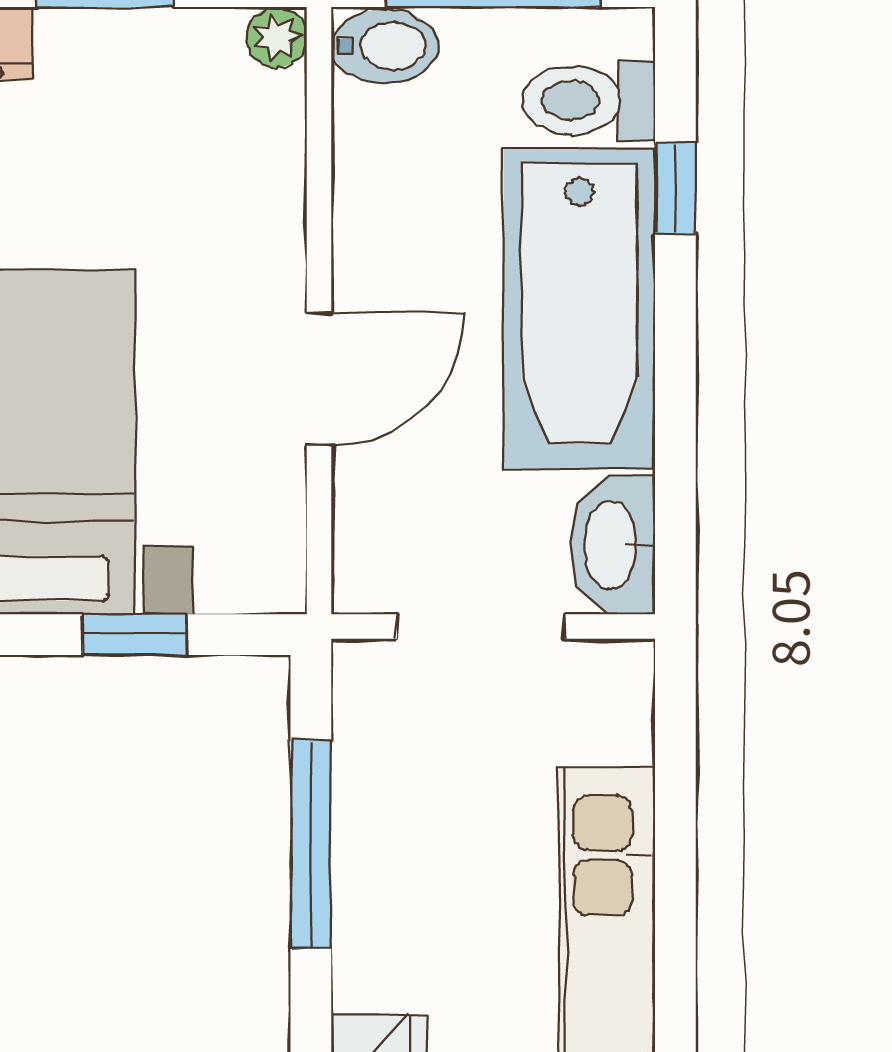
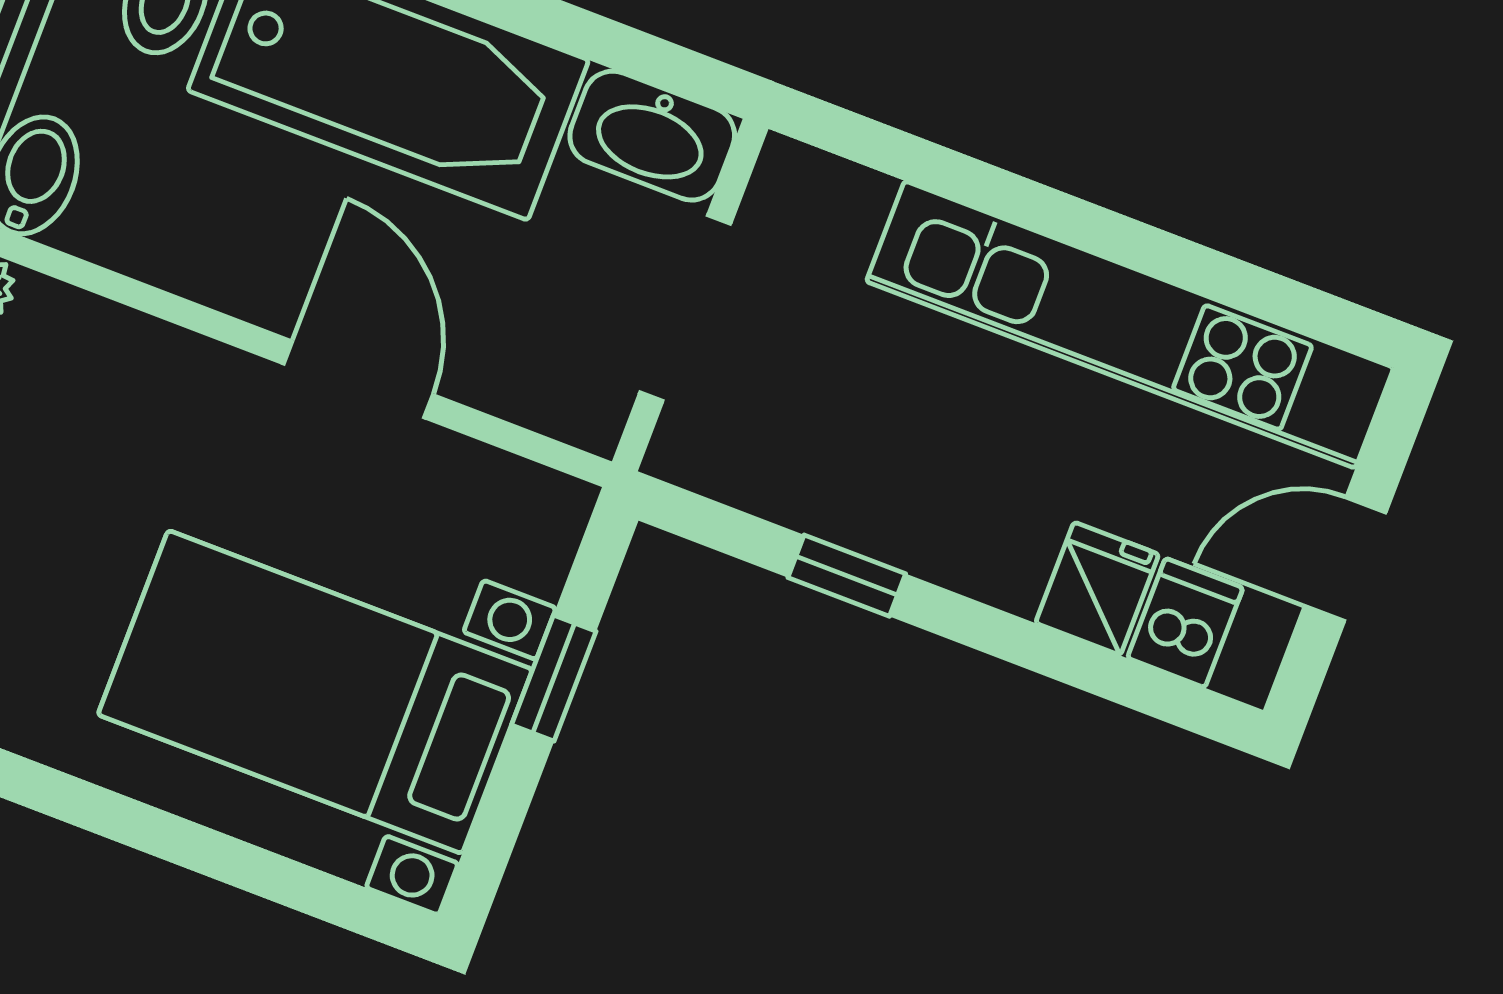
window: (311, 844) -> (847, 576), width x0.46

